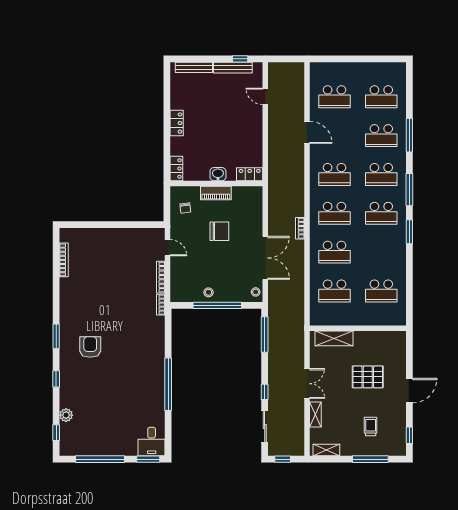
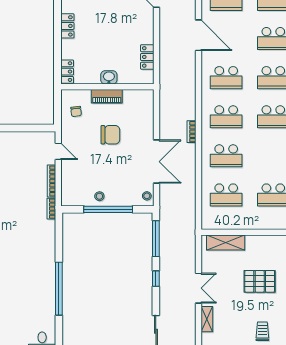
door: (307, 132) -> (199, 35), width x1.36
locker: (250, 174) -> (147, 57), moved, turned -90
window: (265, 392) -> (156, 279), moved

